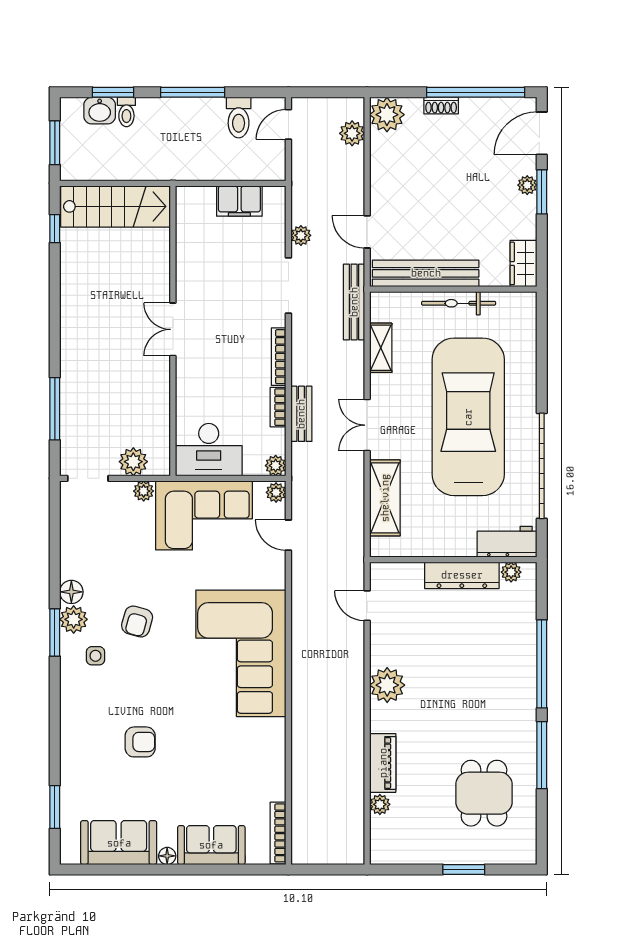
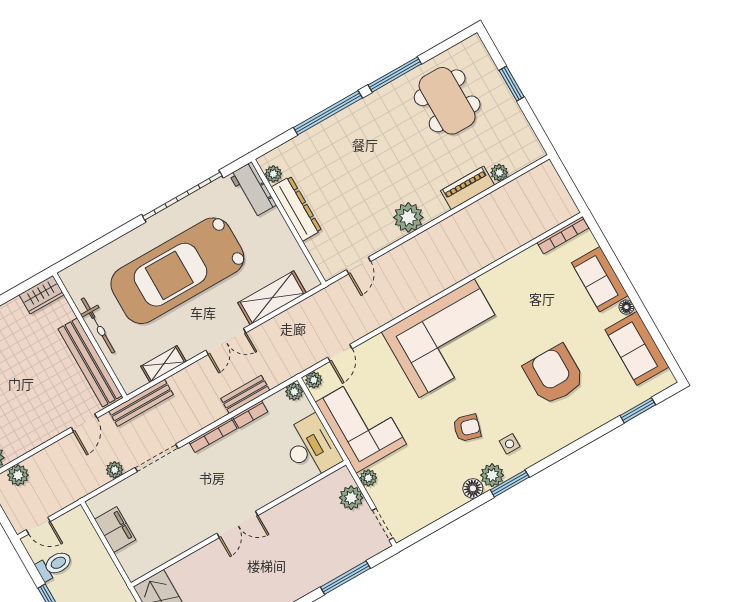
armchair: (140, 742) -> (554, 375), width x1.88, depth x1.88
dining table: (484, 793) -> (447, 101), width x1.38

